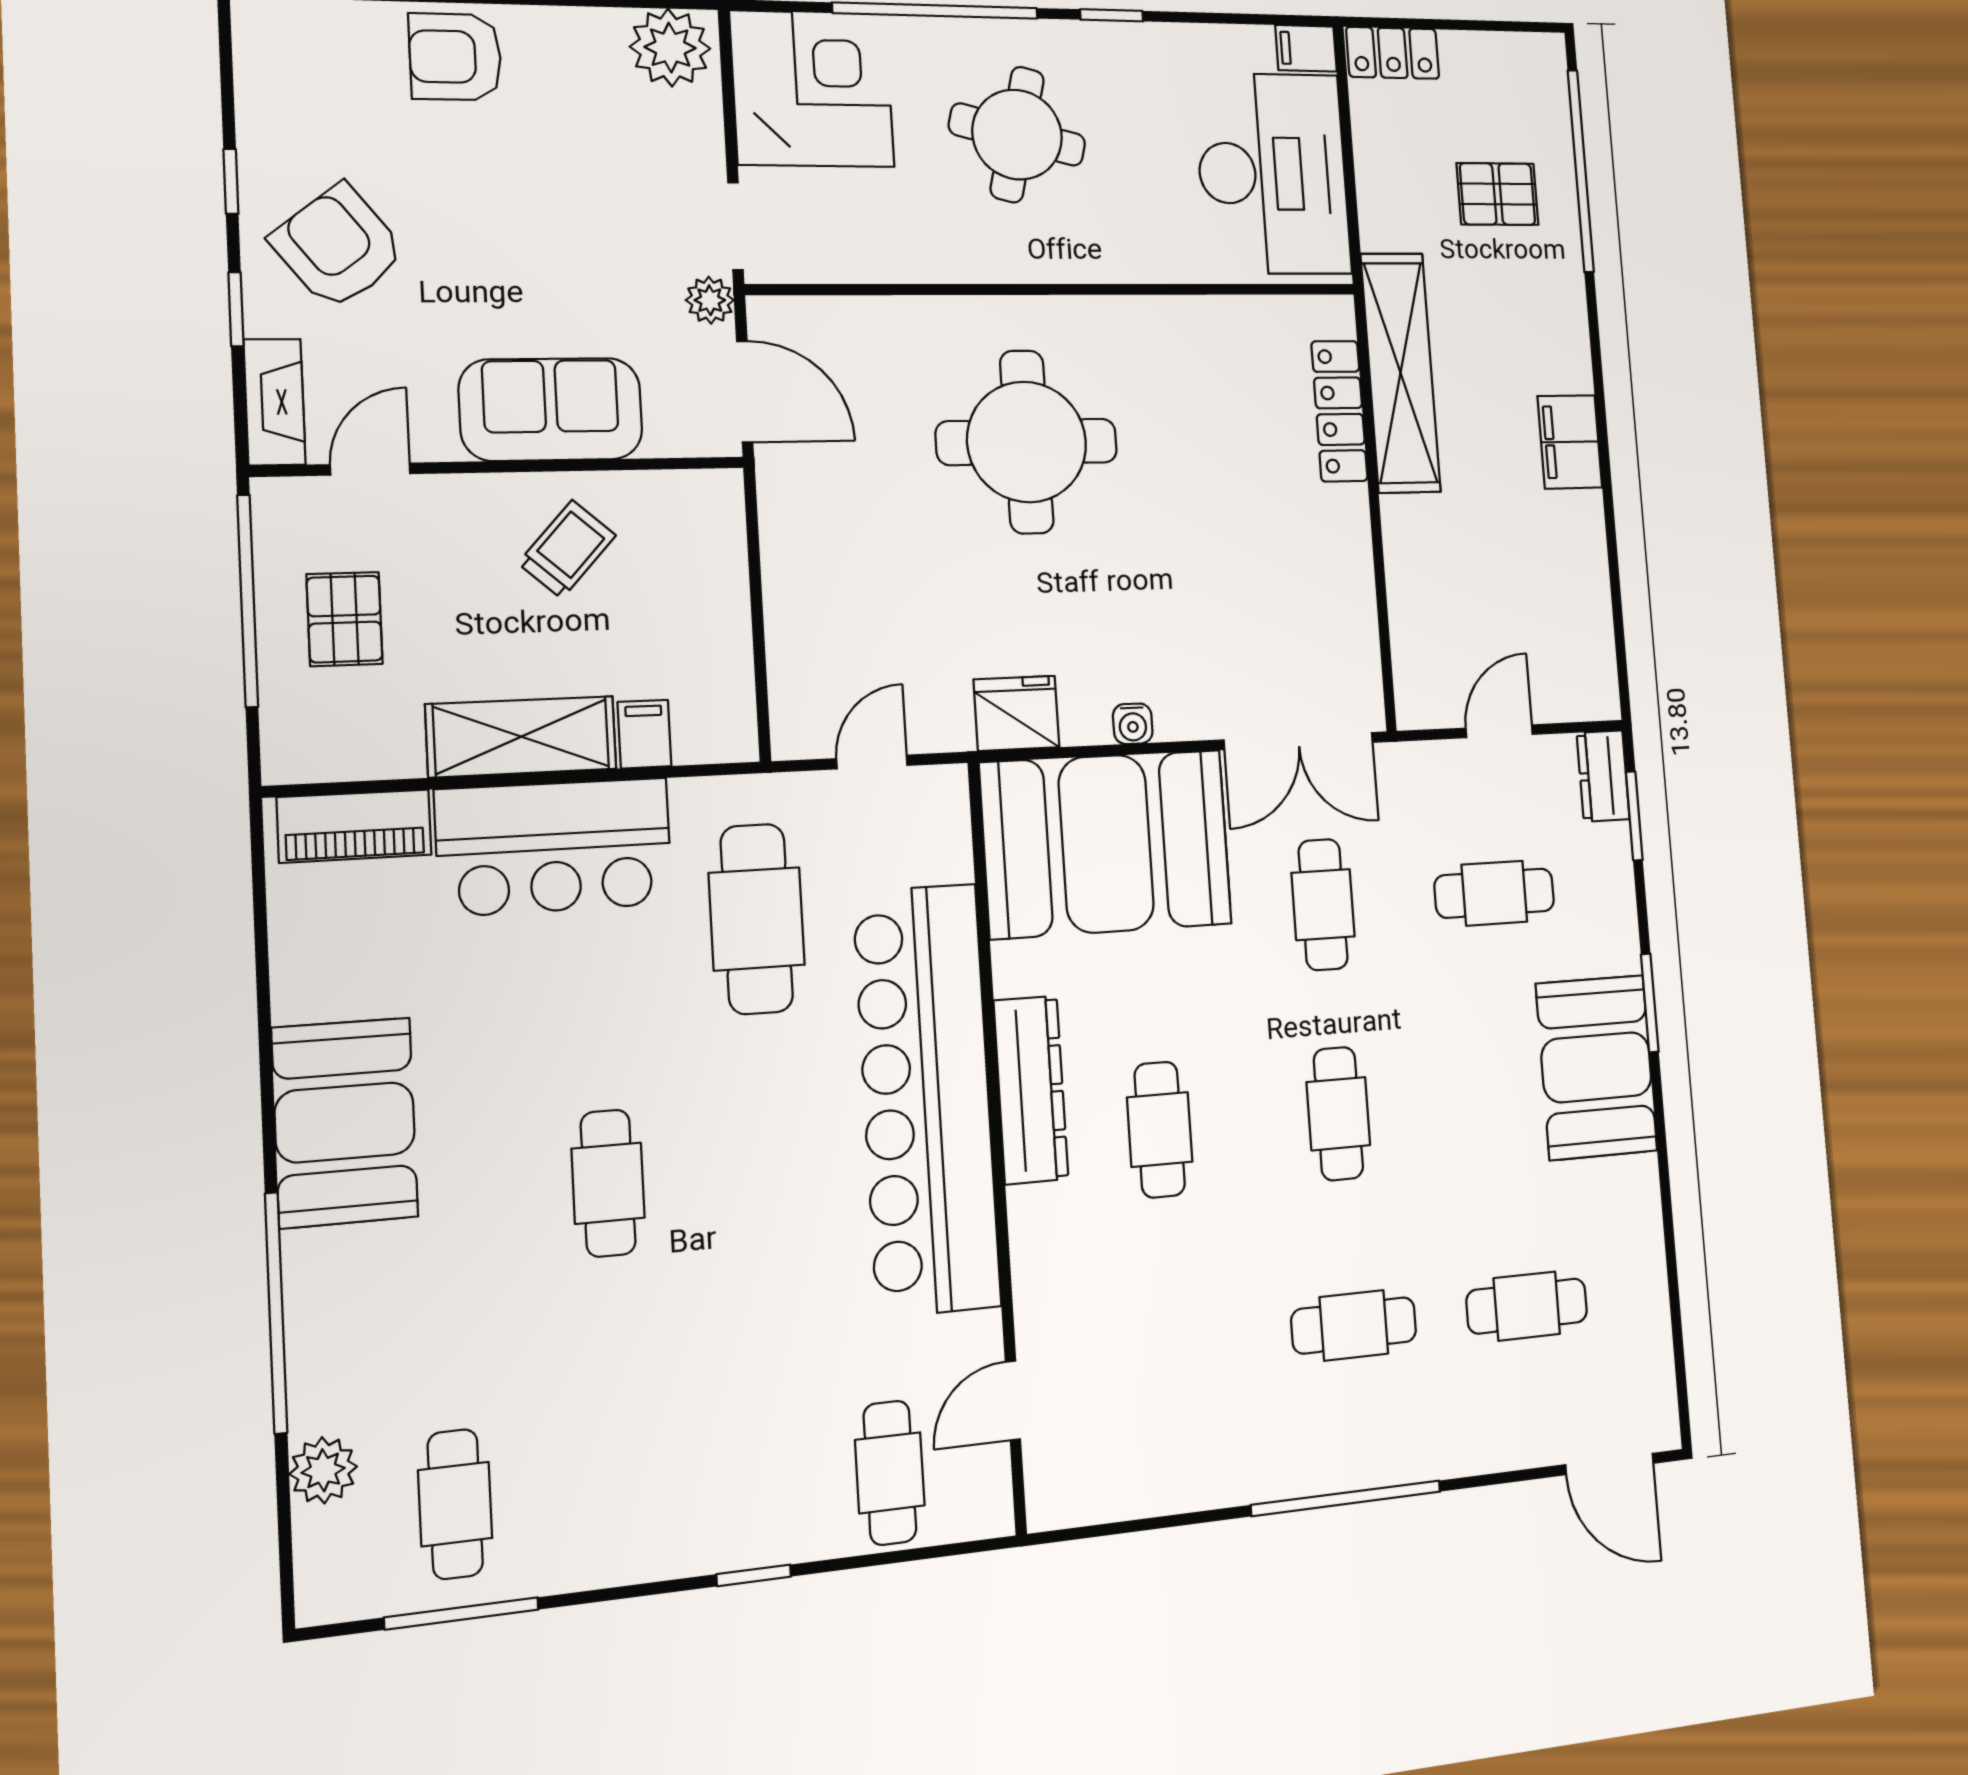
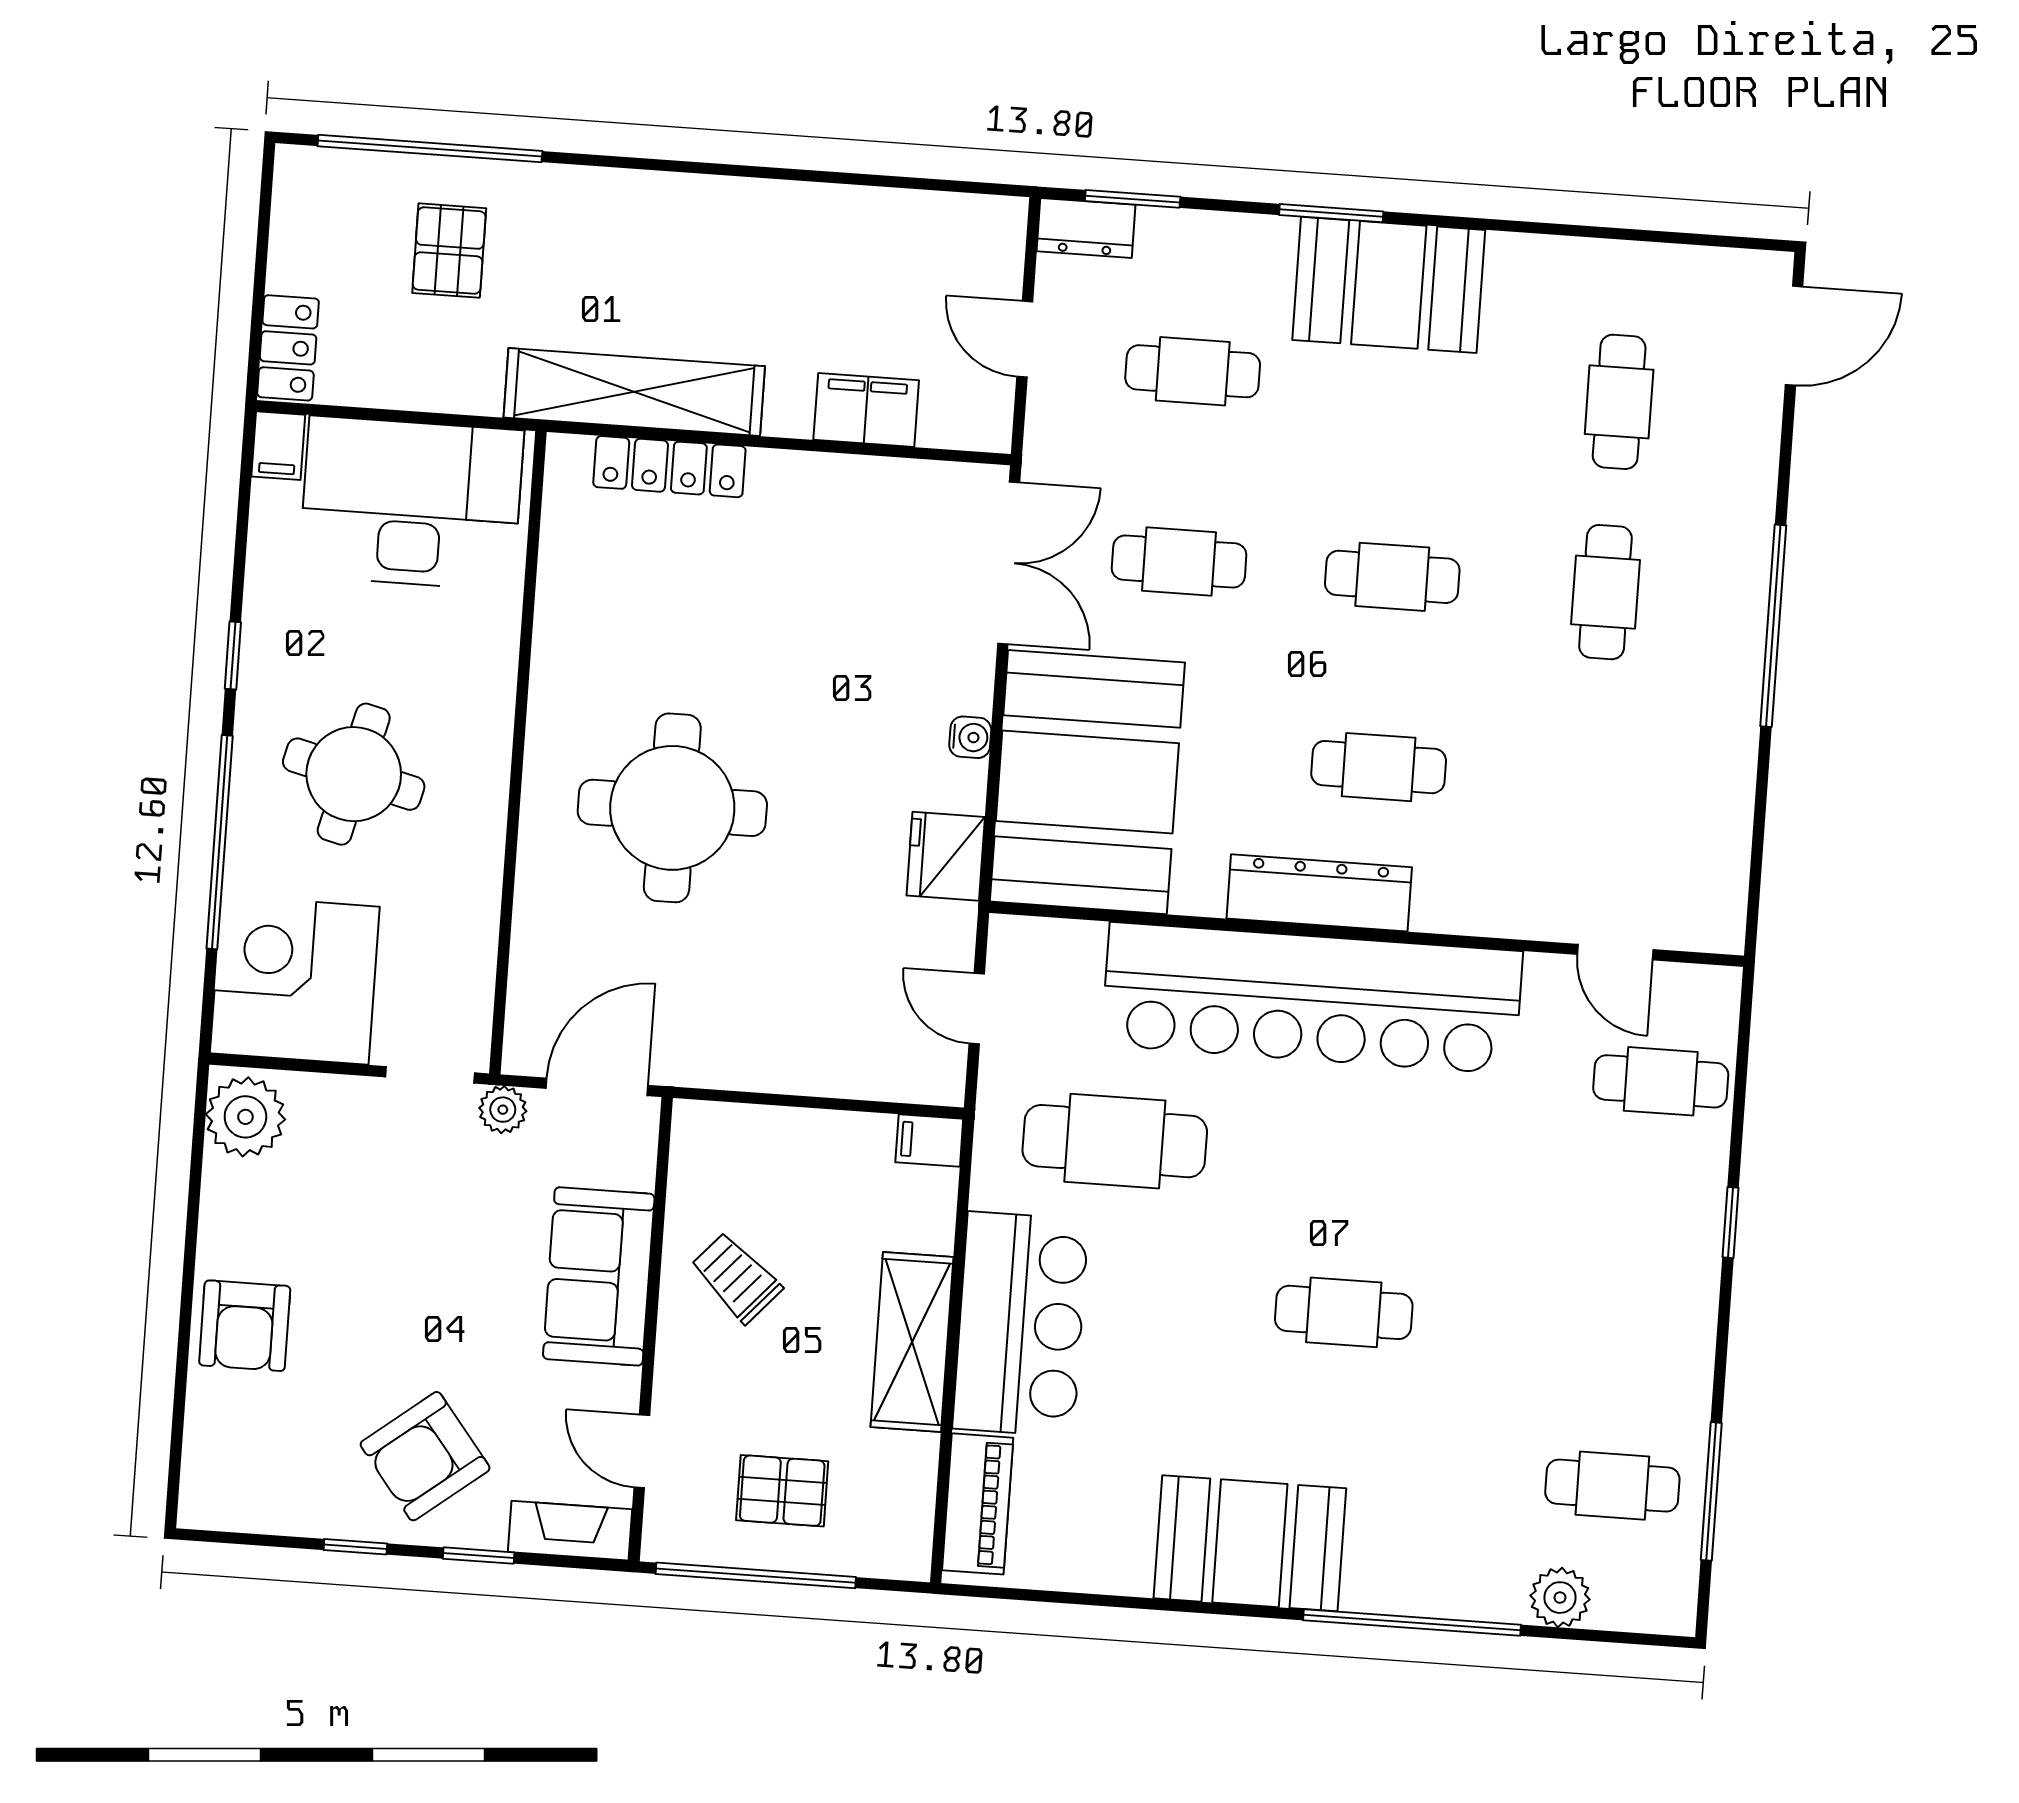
filing cabinet: (1570, 442) -> (866, 410), moved, turned 180
filing cabinet: (645, 734) -> (929, 1141), moved
cafe table: (1494, 893) -> (1193, 371), turned 90

